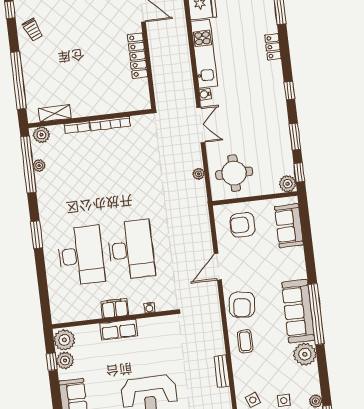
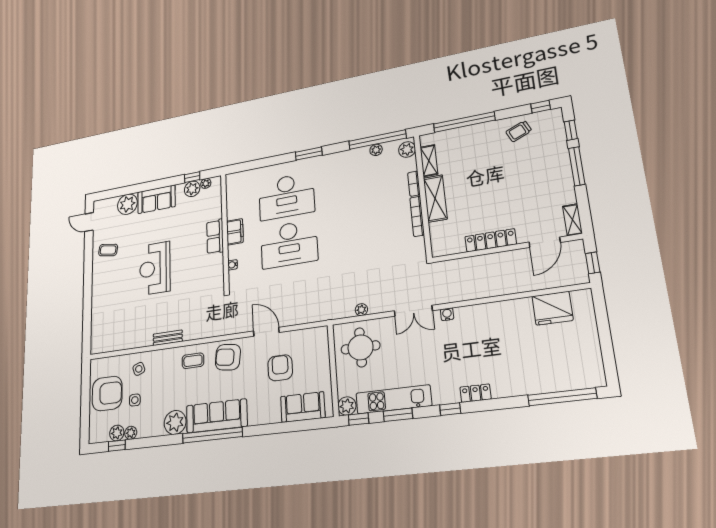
locker: (273, 47) -> (475, 393), moved
kitchen unit: (204, 54) -> (394, 399), moved, turned 180
shelving: (94, 107) -> (435, 198), added
armchair: (242, 225) -> (280, 368), moved
plant: (64, 340) -> (206, 183), width x0.53, depth x0.53

